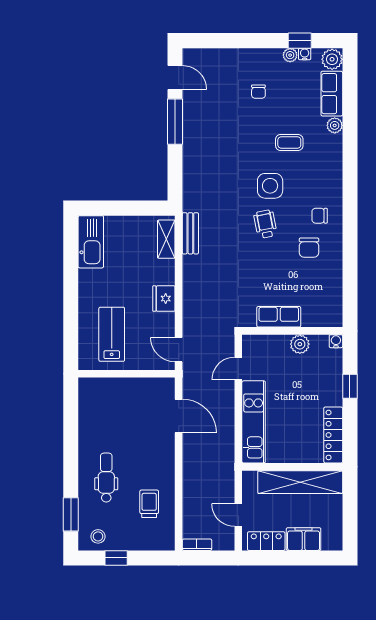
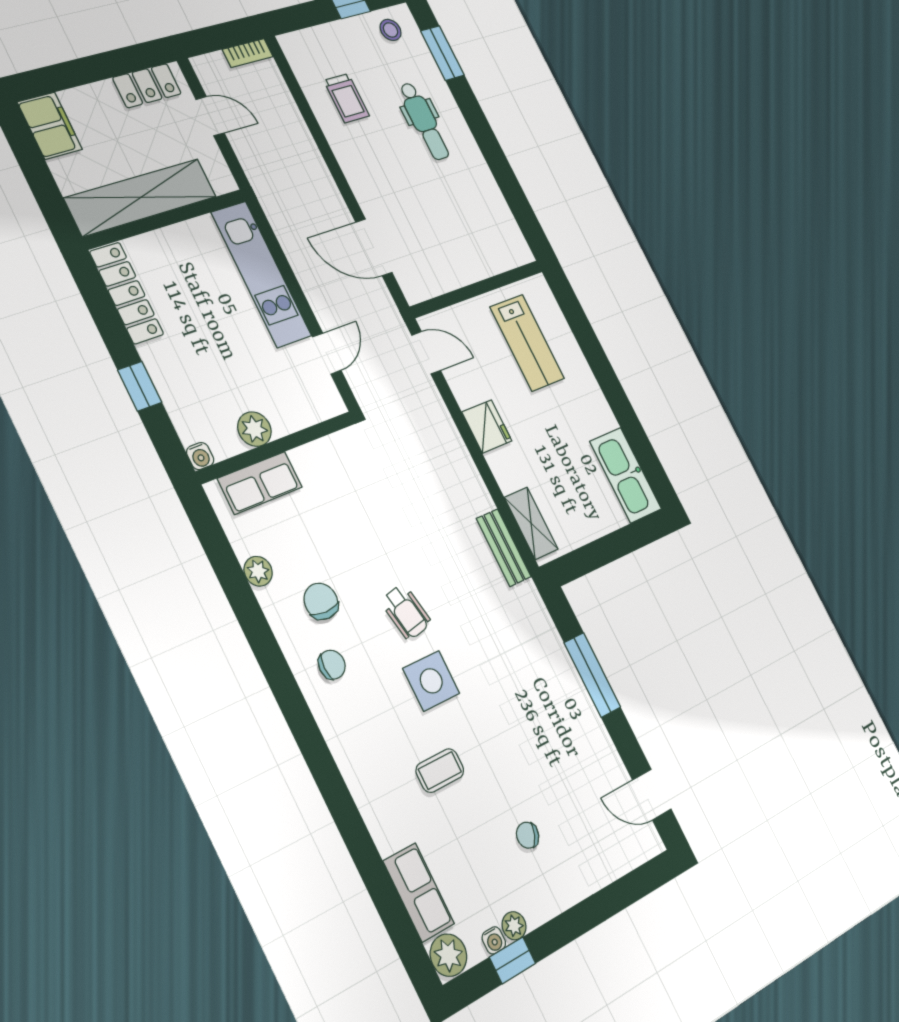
chair: (258, 92) -> (528, 835), turned -66
window: (175, 122) -> (592, 675), moved
plant: (335, 125) -> (258, 571), moved
row of seats: (279, 317) -> (260, 483), moved
filing cabinet: (304, 539) -> (50, 126), moved, turned -90

